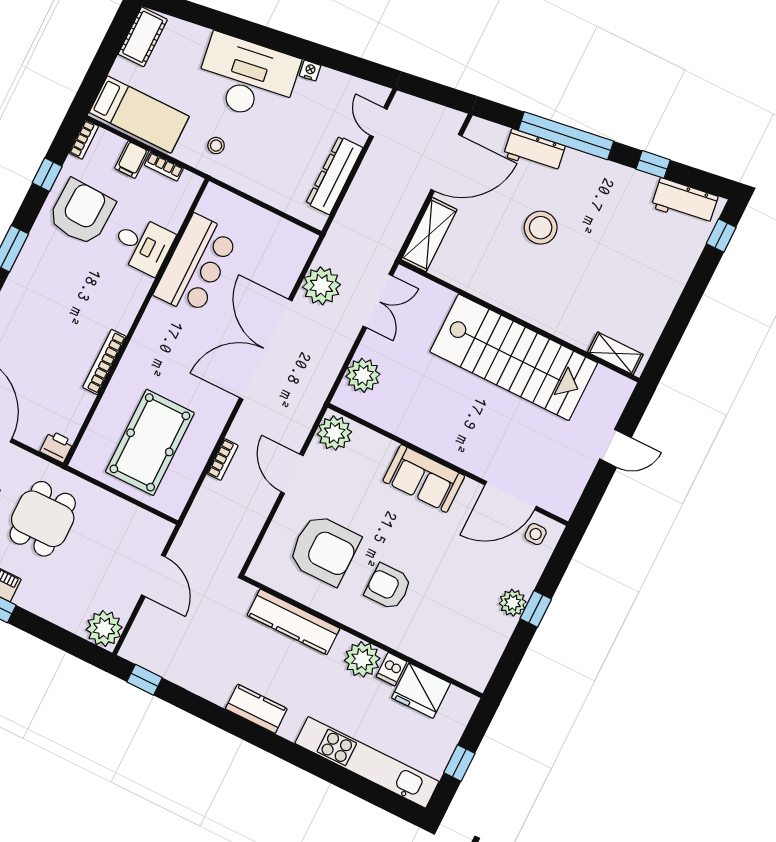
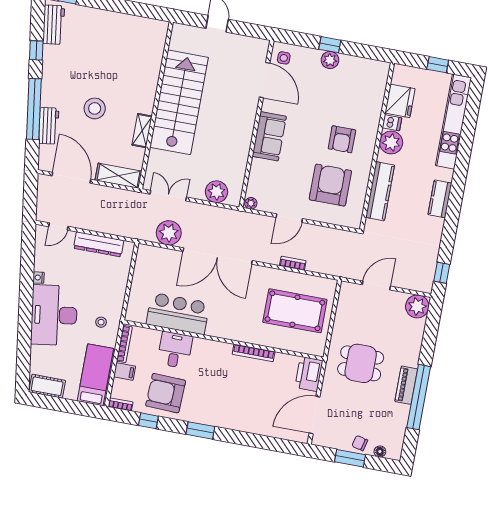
bookcase: (164, 167) -> (124, 344), width x1.56
shelving: (615, 353) -> (142, 131), moved
plant: (334, 433) -> (251, 203), width x0.53, depth x0.53
printer: (57, 447) -> (309, 374), width x1.87, depth x1.48

